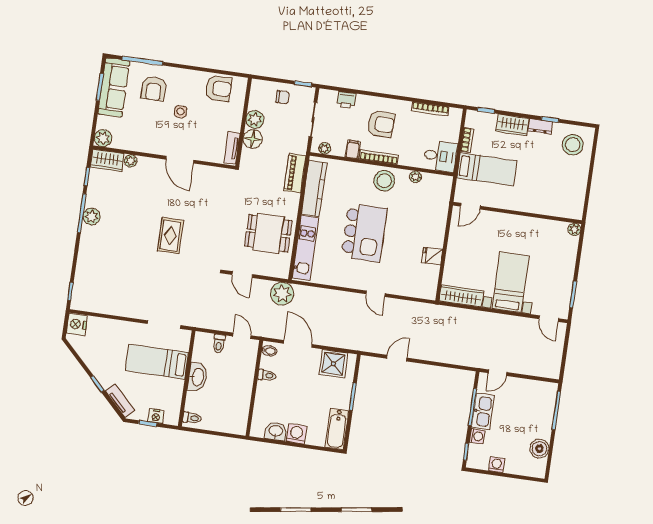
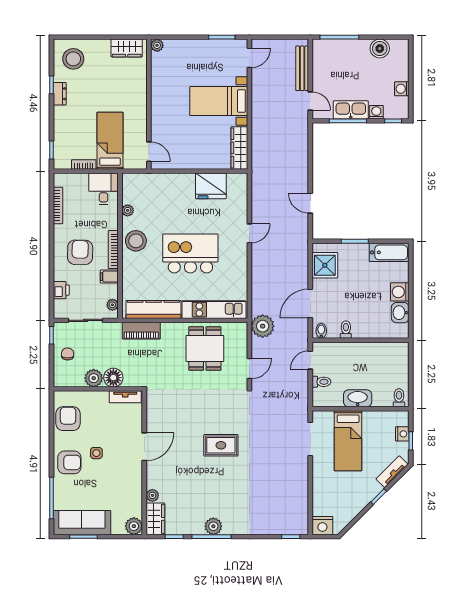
armchair: (154, 89) -> (69, 462), moved
wardrobe: (512, 125) -> (127, 48), moved, turned 90
fridge: (432, 256) -> (211, 186), width x1.88, depth x1.34
bench: (531, 369) -> (302, 68), added

